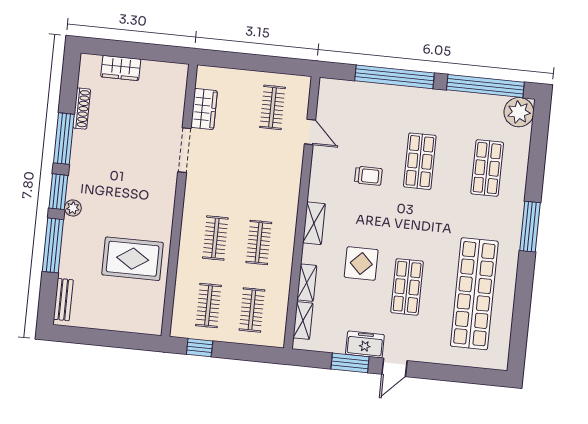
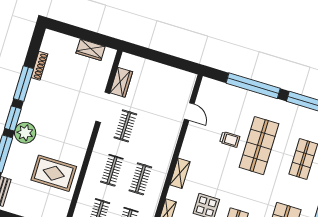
wardrobe: (121, 68) -> (91, 50), moved
clothes rail: (273, 107) -> (125, 126), moved
shop shelf: (420, 161) -> (259, 146), width x1.43, depth x1.36
trolley: (368, 176) -> (230, 139), moved
plant: (73, 208) -> (25, 133), width x1.88, depth x1.88

